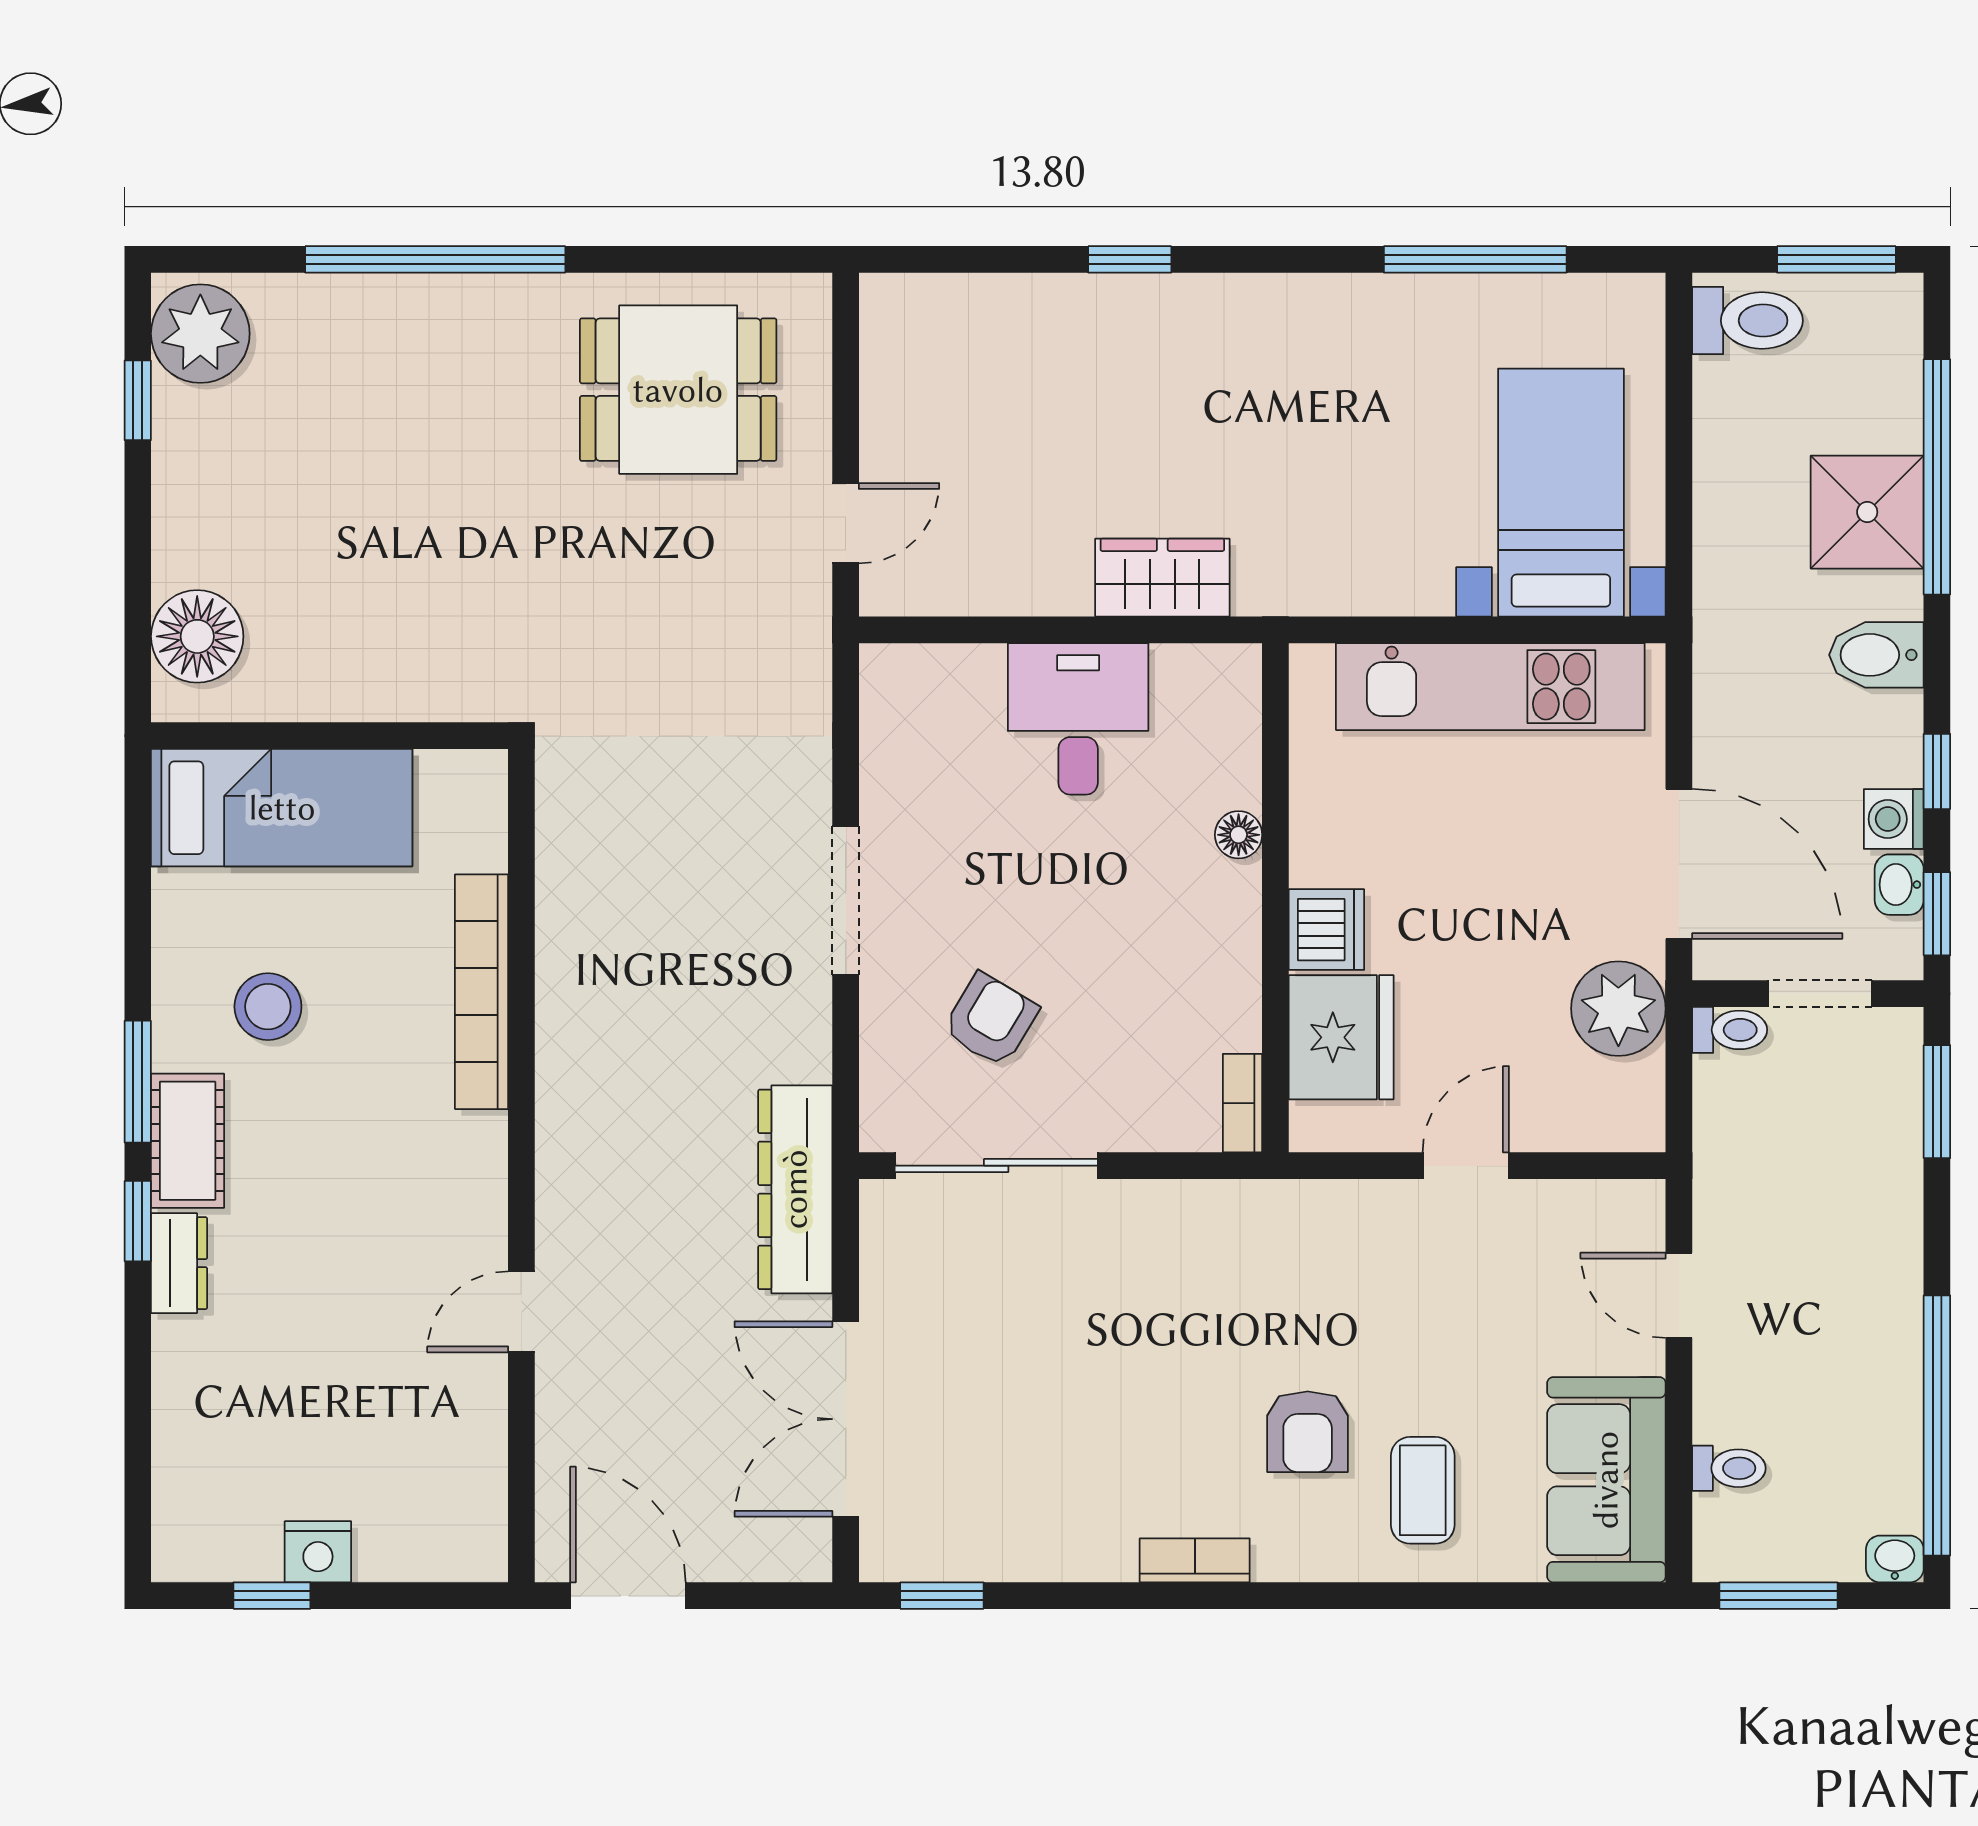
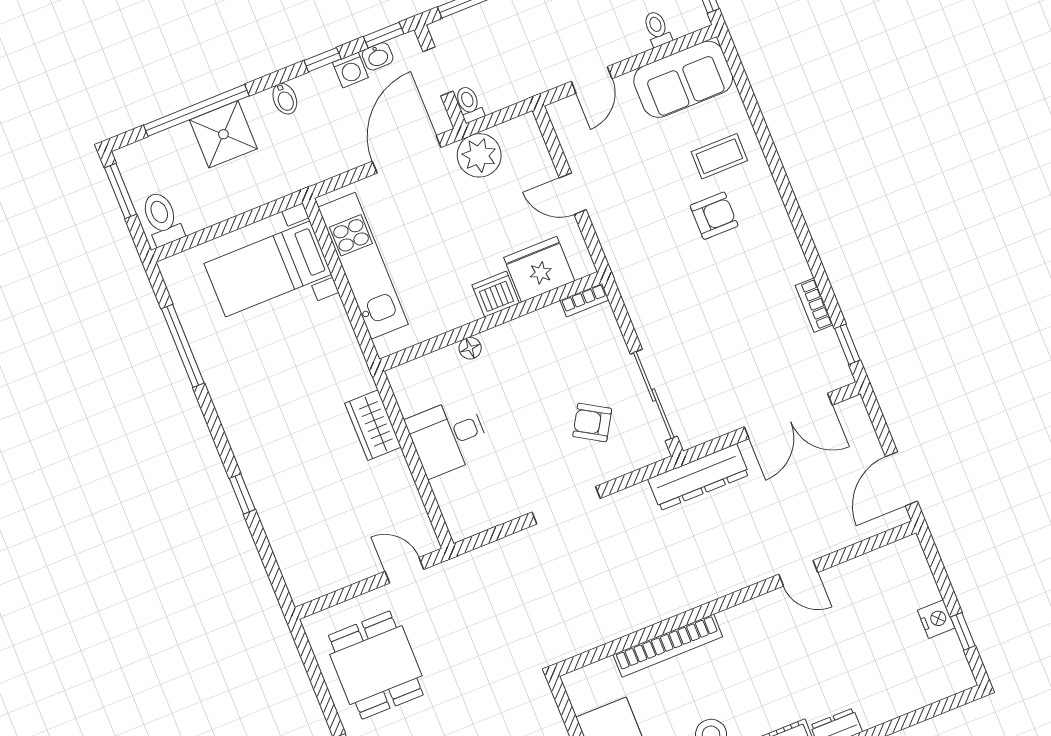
bidet: (1876, 655) -> (285, 99), width x0.72, depth x0.74
bookcase: (1195, 1560) -> (814, 305), moved

